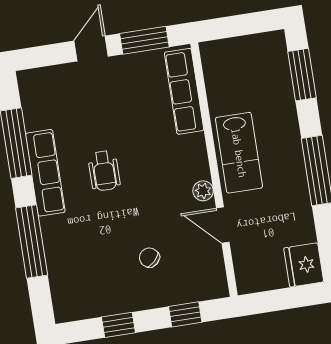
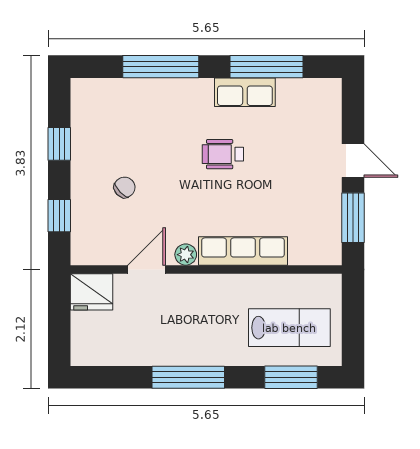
row of seats: (184, 91) -> (243, 251), moved
lab bench: (239, 153) -> (289, 328), moved, turned 180
row of seats: (45, 173) -> (245, 92), width x0.68
fridge: (304, 265) -> (92, 292), moved, turned 180

